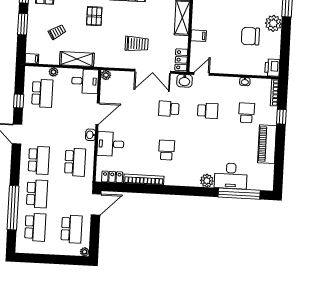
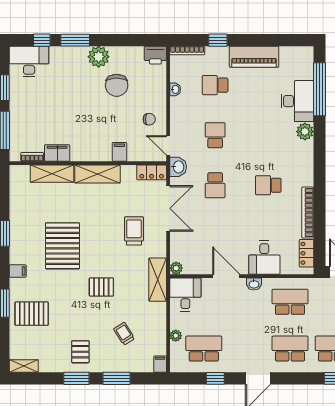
shelving: (77, 59) -> (158, 280), moved
chair: (223, 60) -> (149, 119), added

